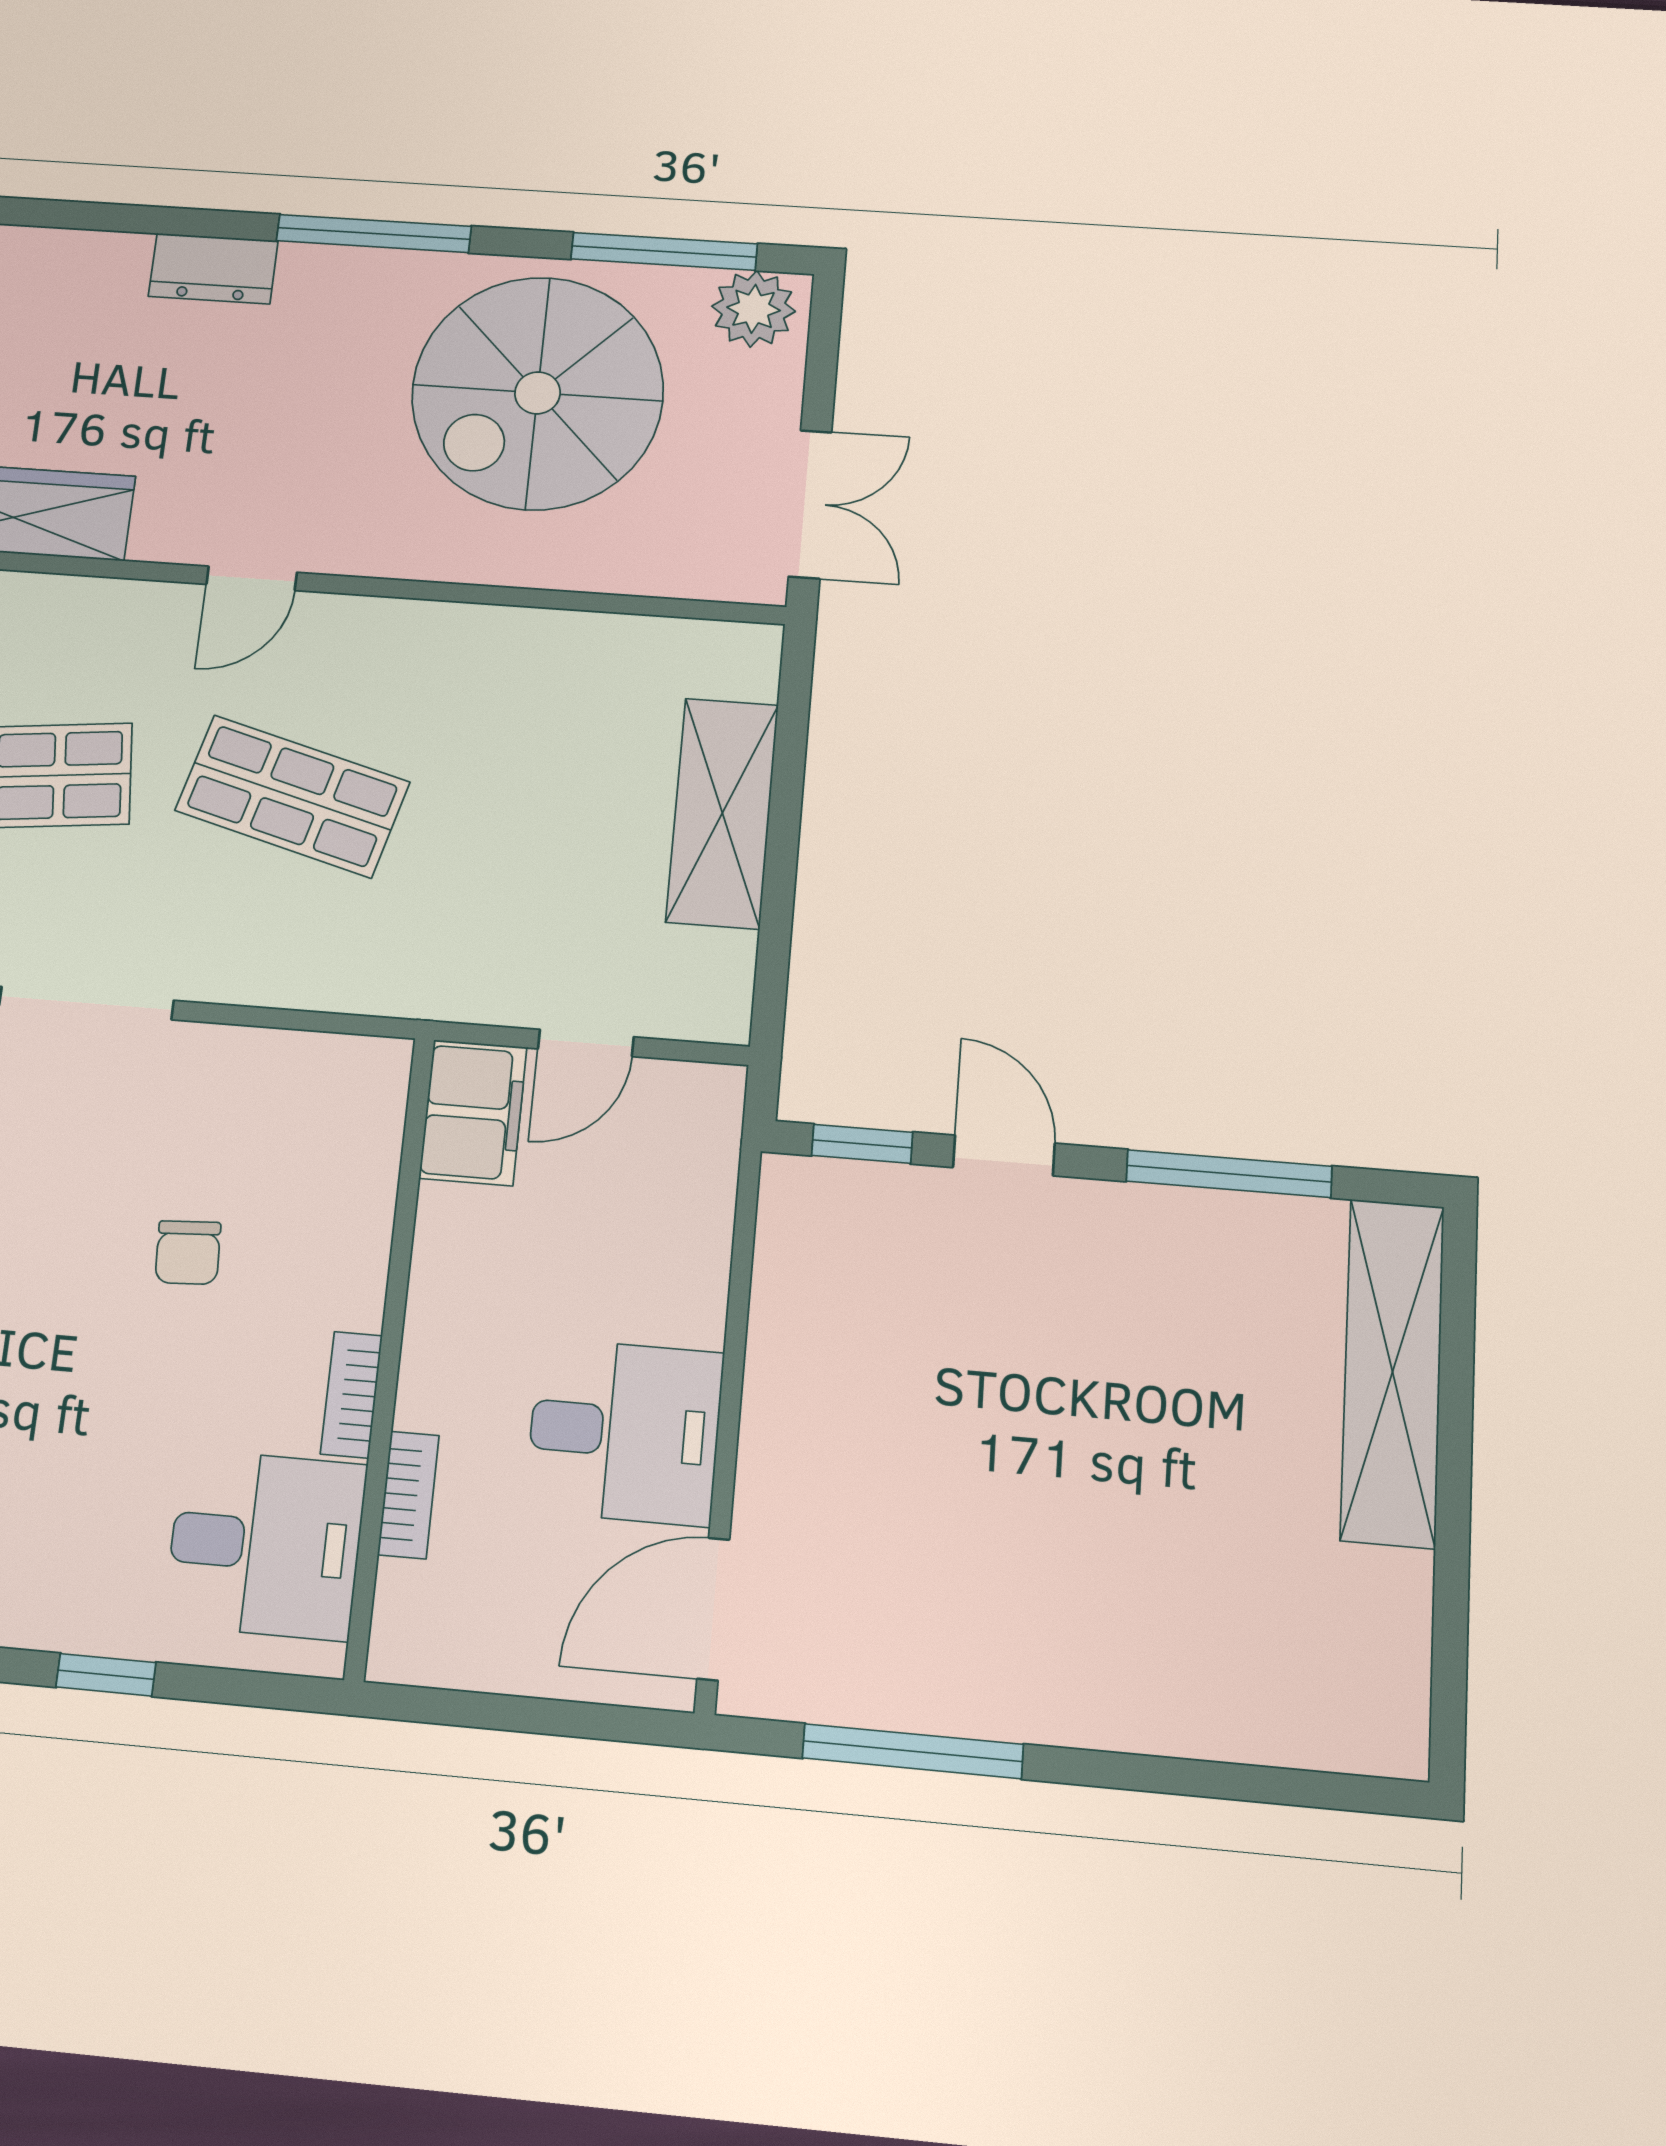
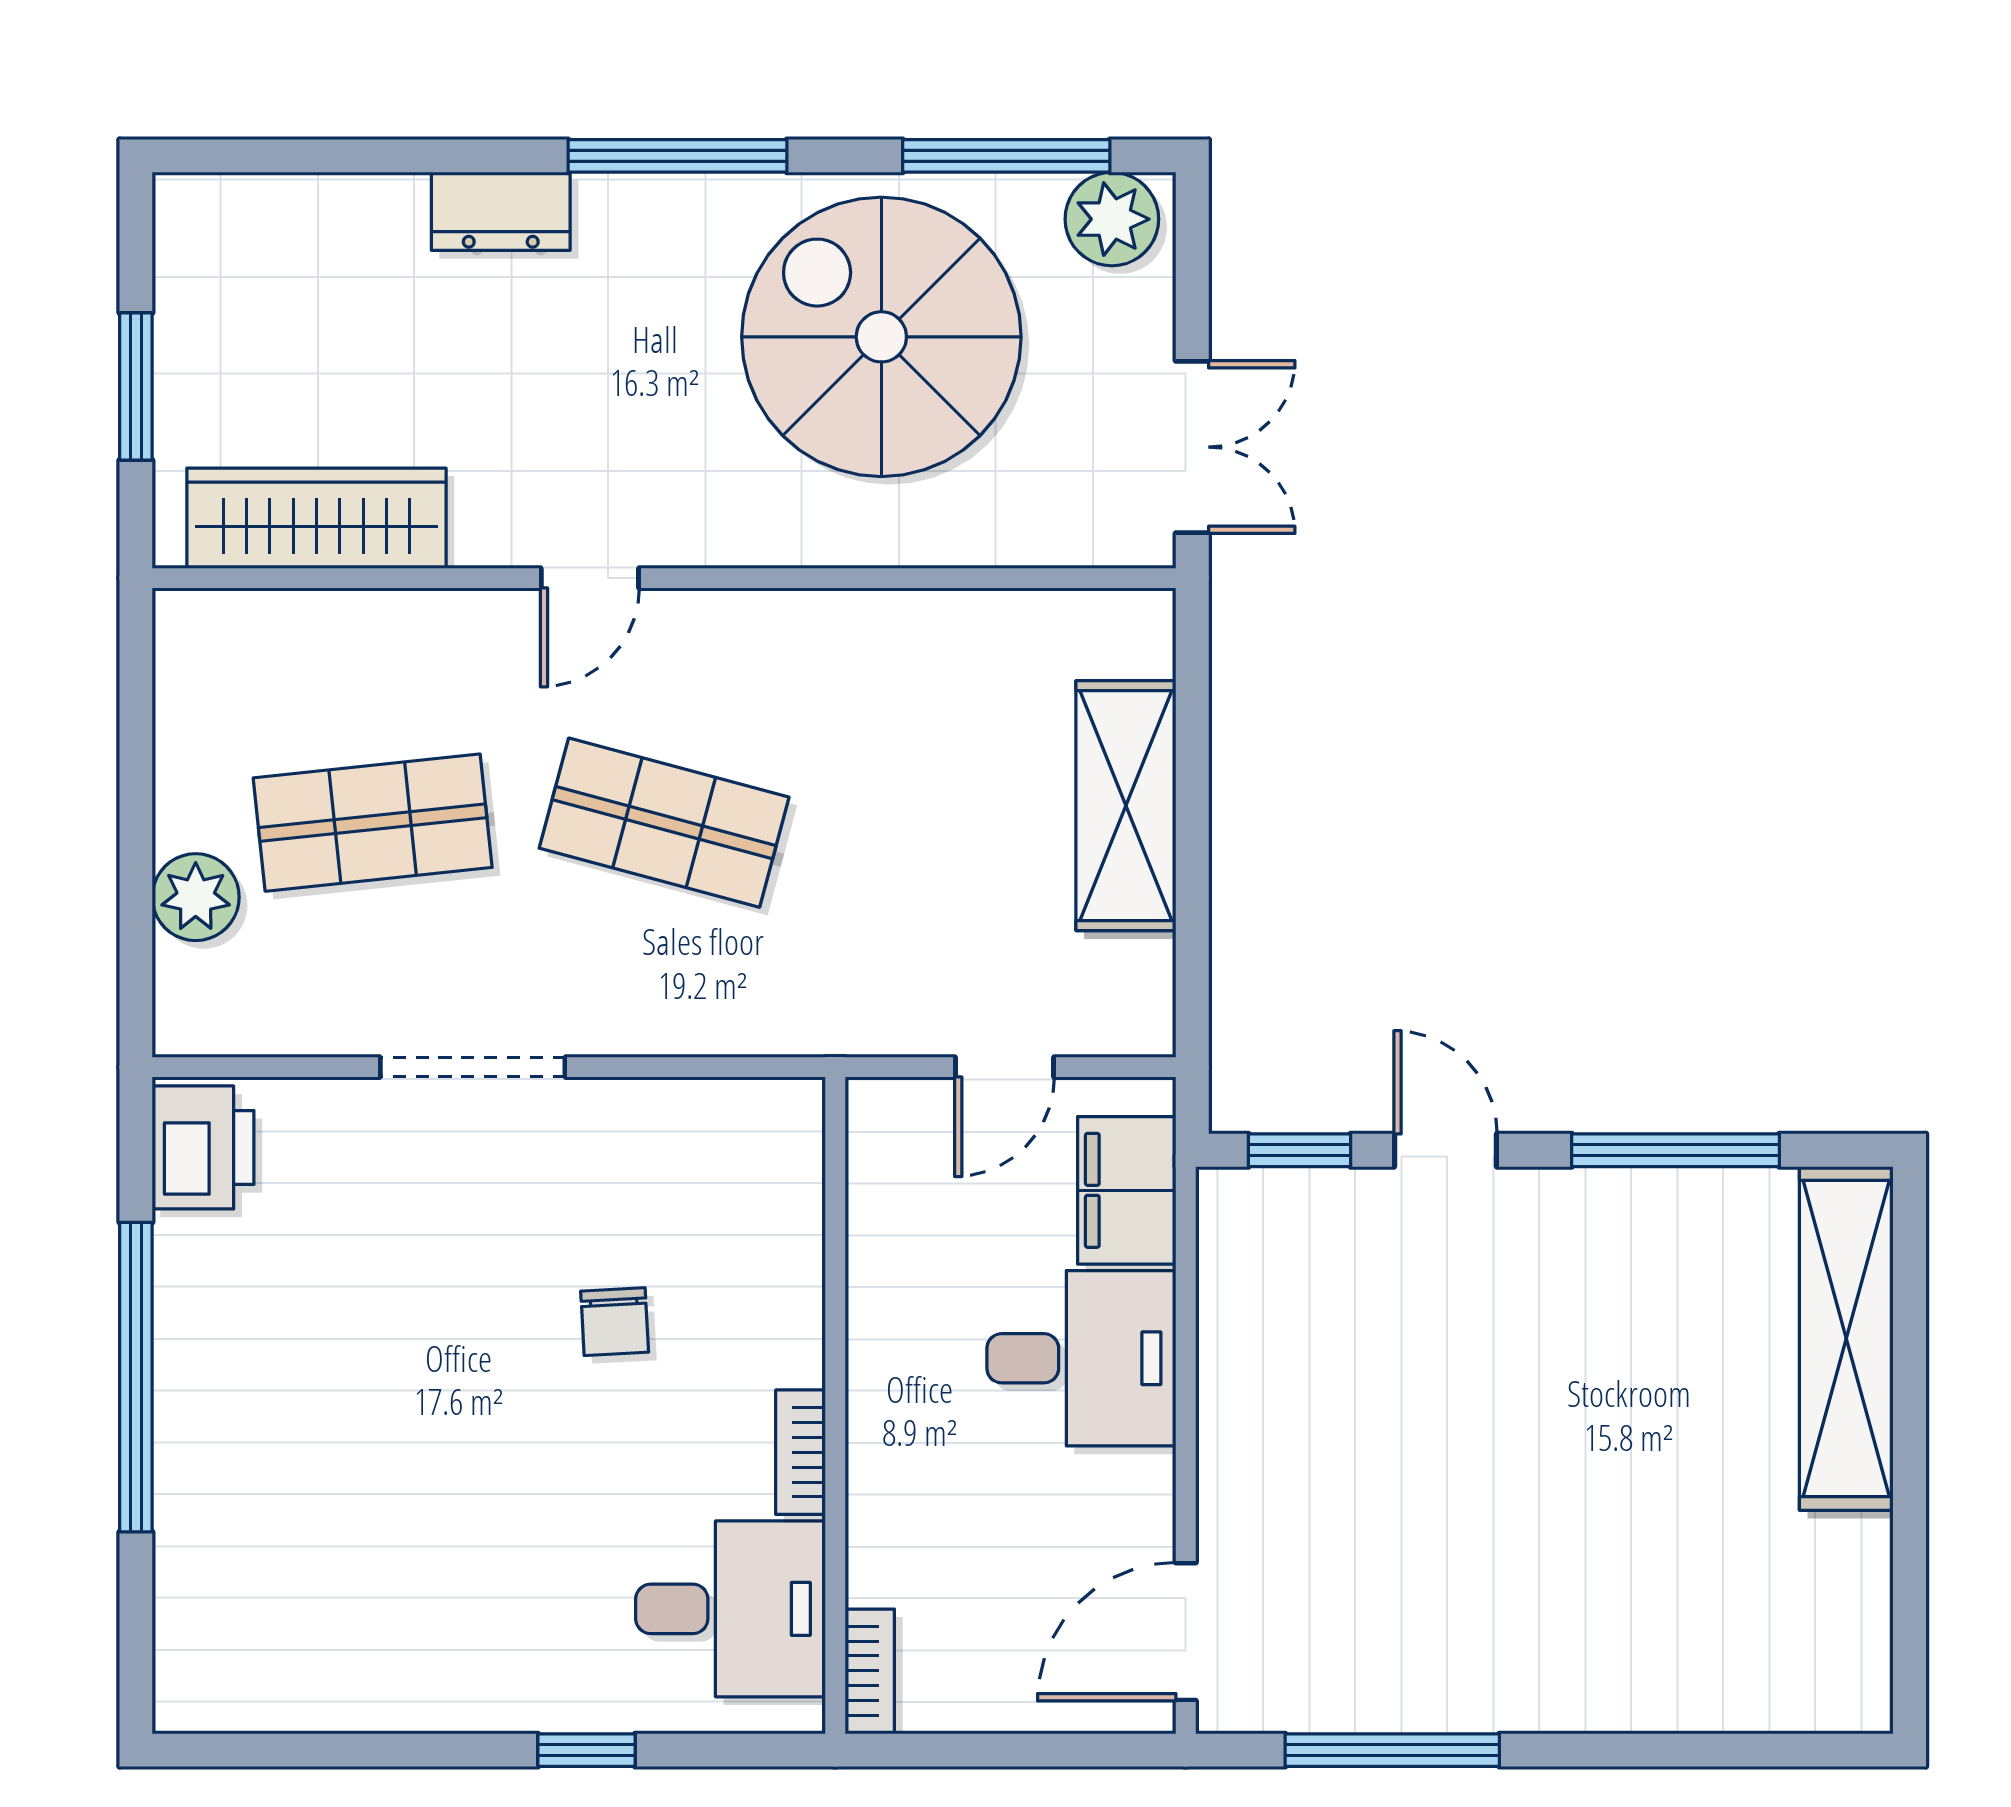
spiral stairs: (538, 393) -> (881, 337), turned 90
filing cabinet: (473, 1113) -> (1127, 1190), moved, turned 180
desk: (624, 1432) -> (1081, 1358), moved
bookcase: (408, 1495) -> (870, 1671), moved

